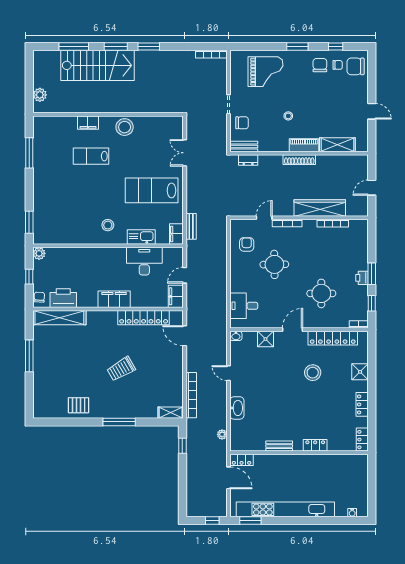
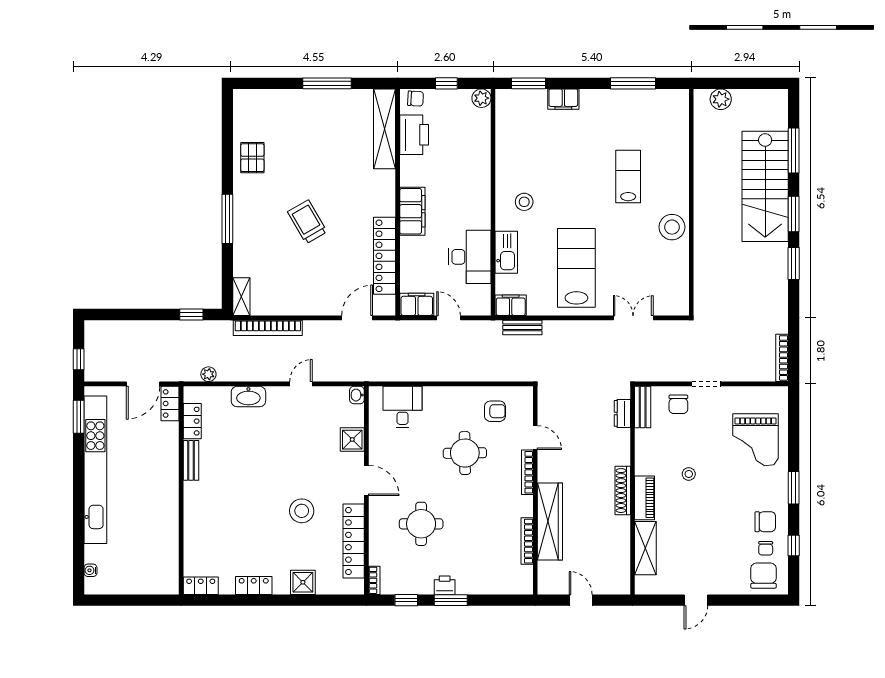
filing cabinet: (88, 123) -> (563, 99), moved, turned -90
locker: (315, 445) -> (192, 421), moved

